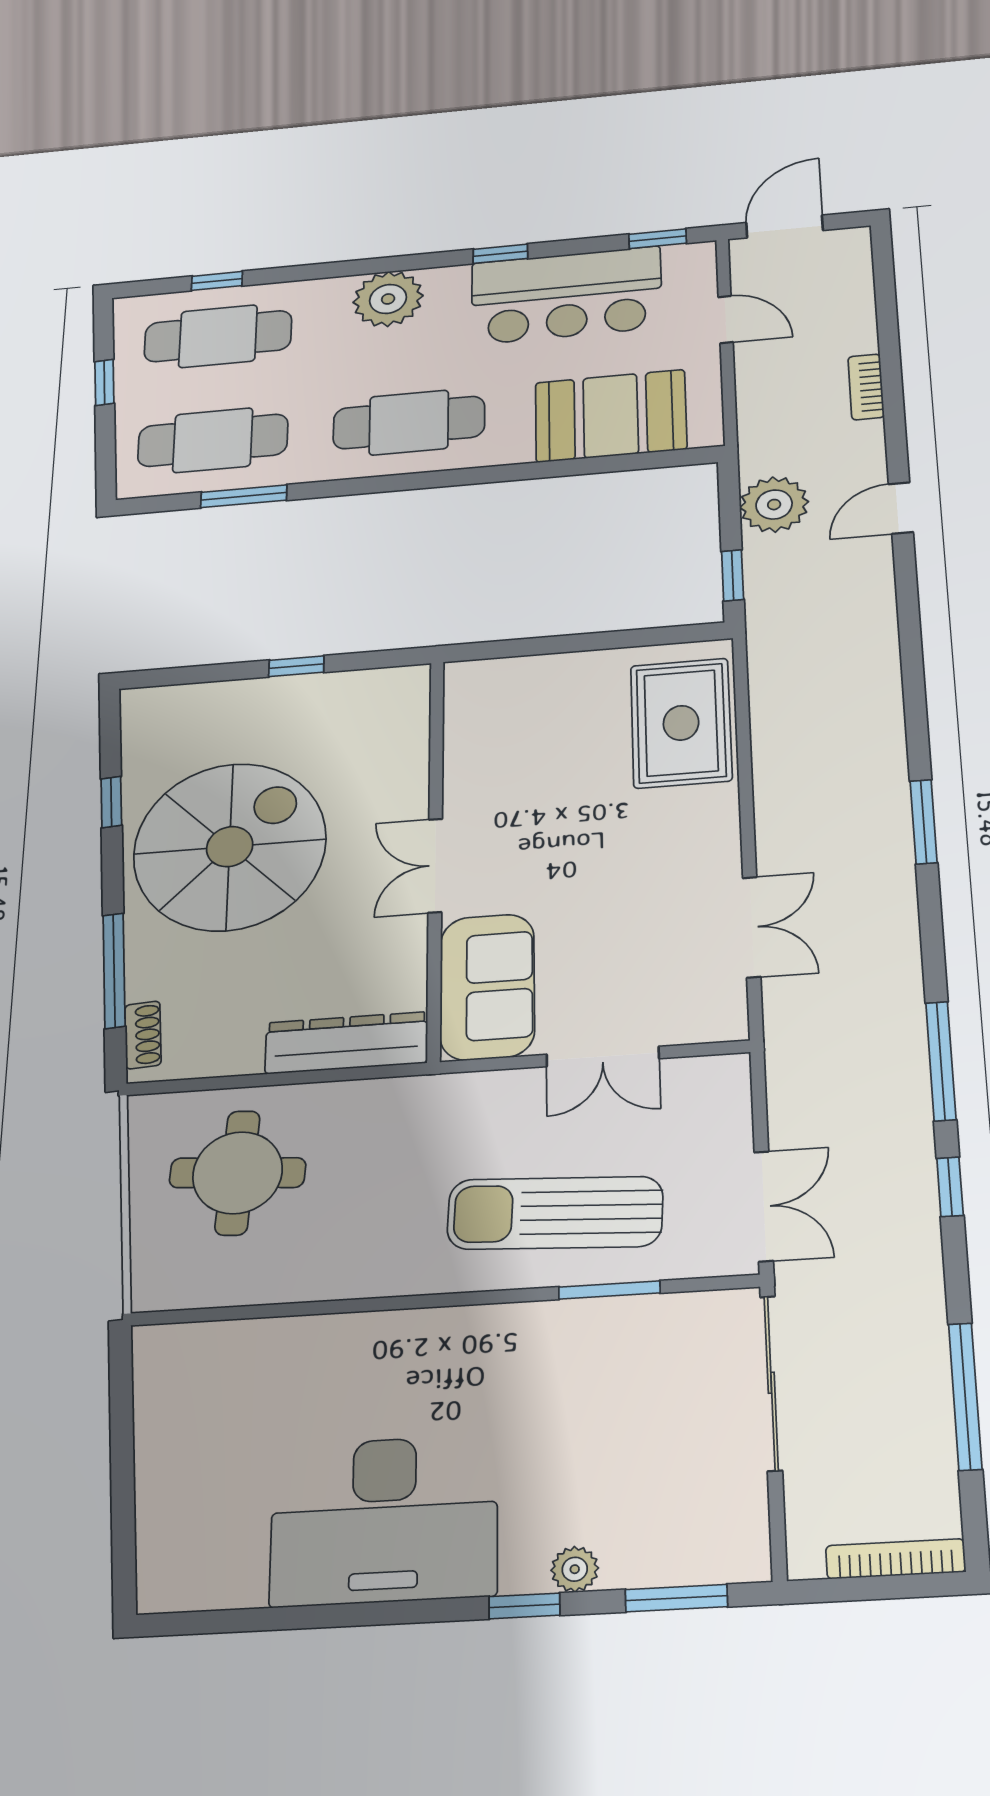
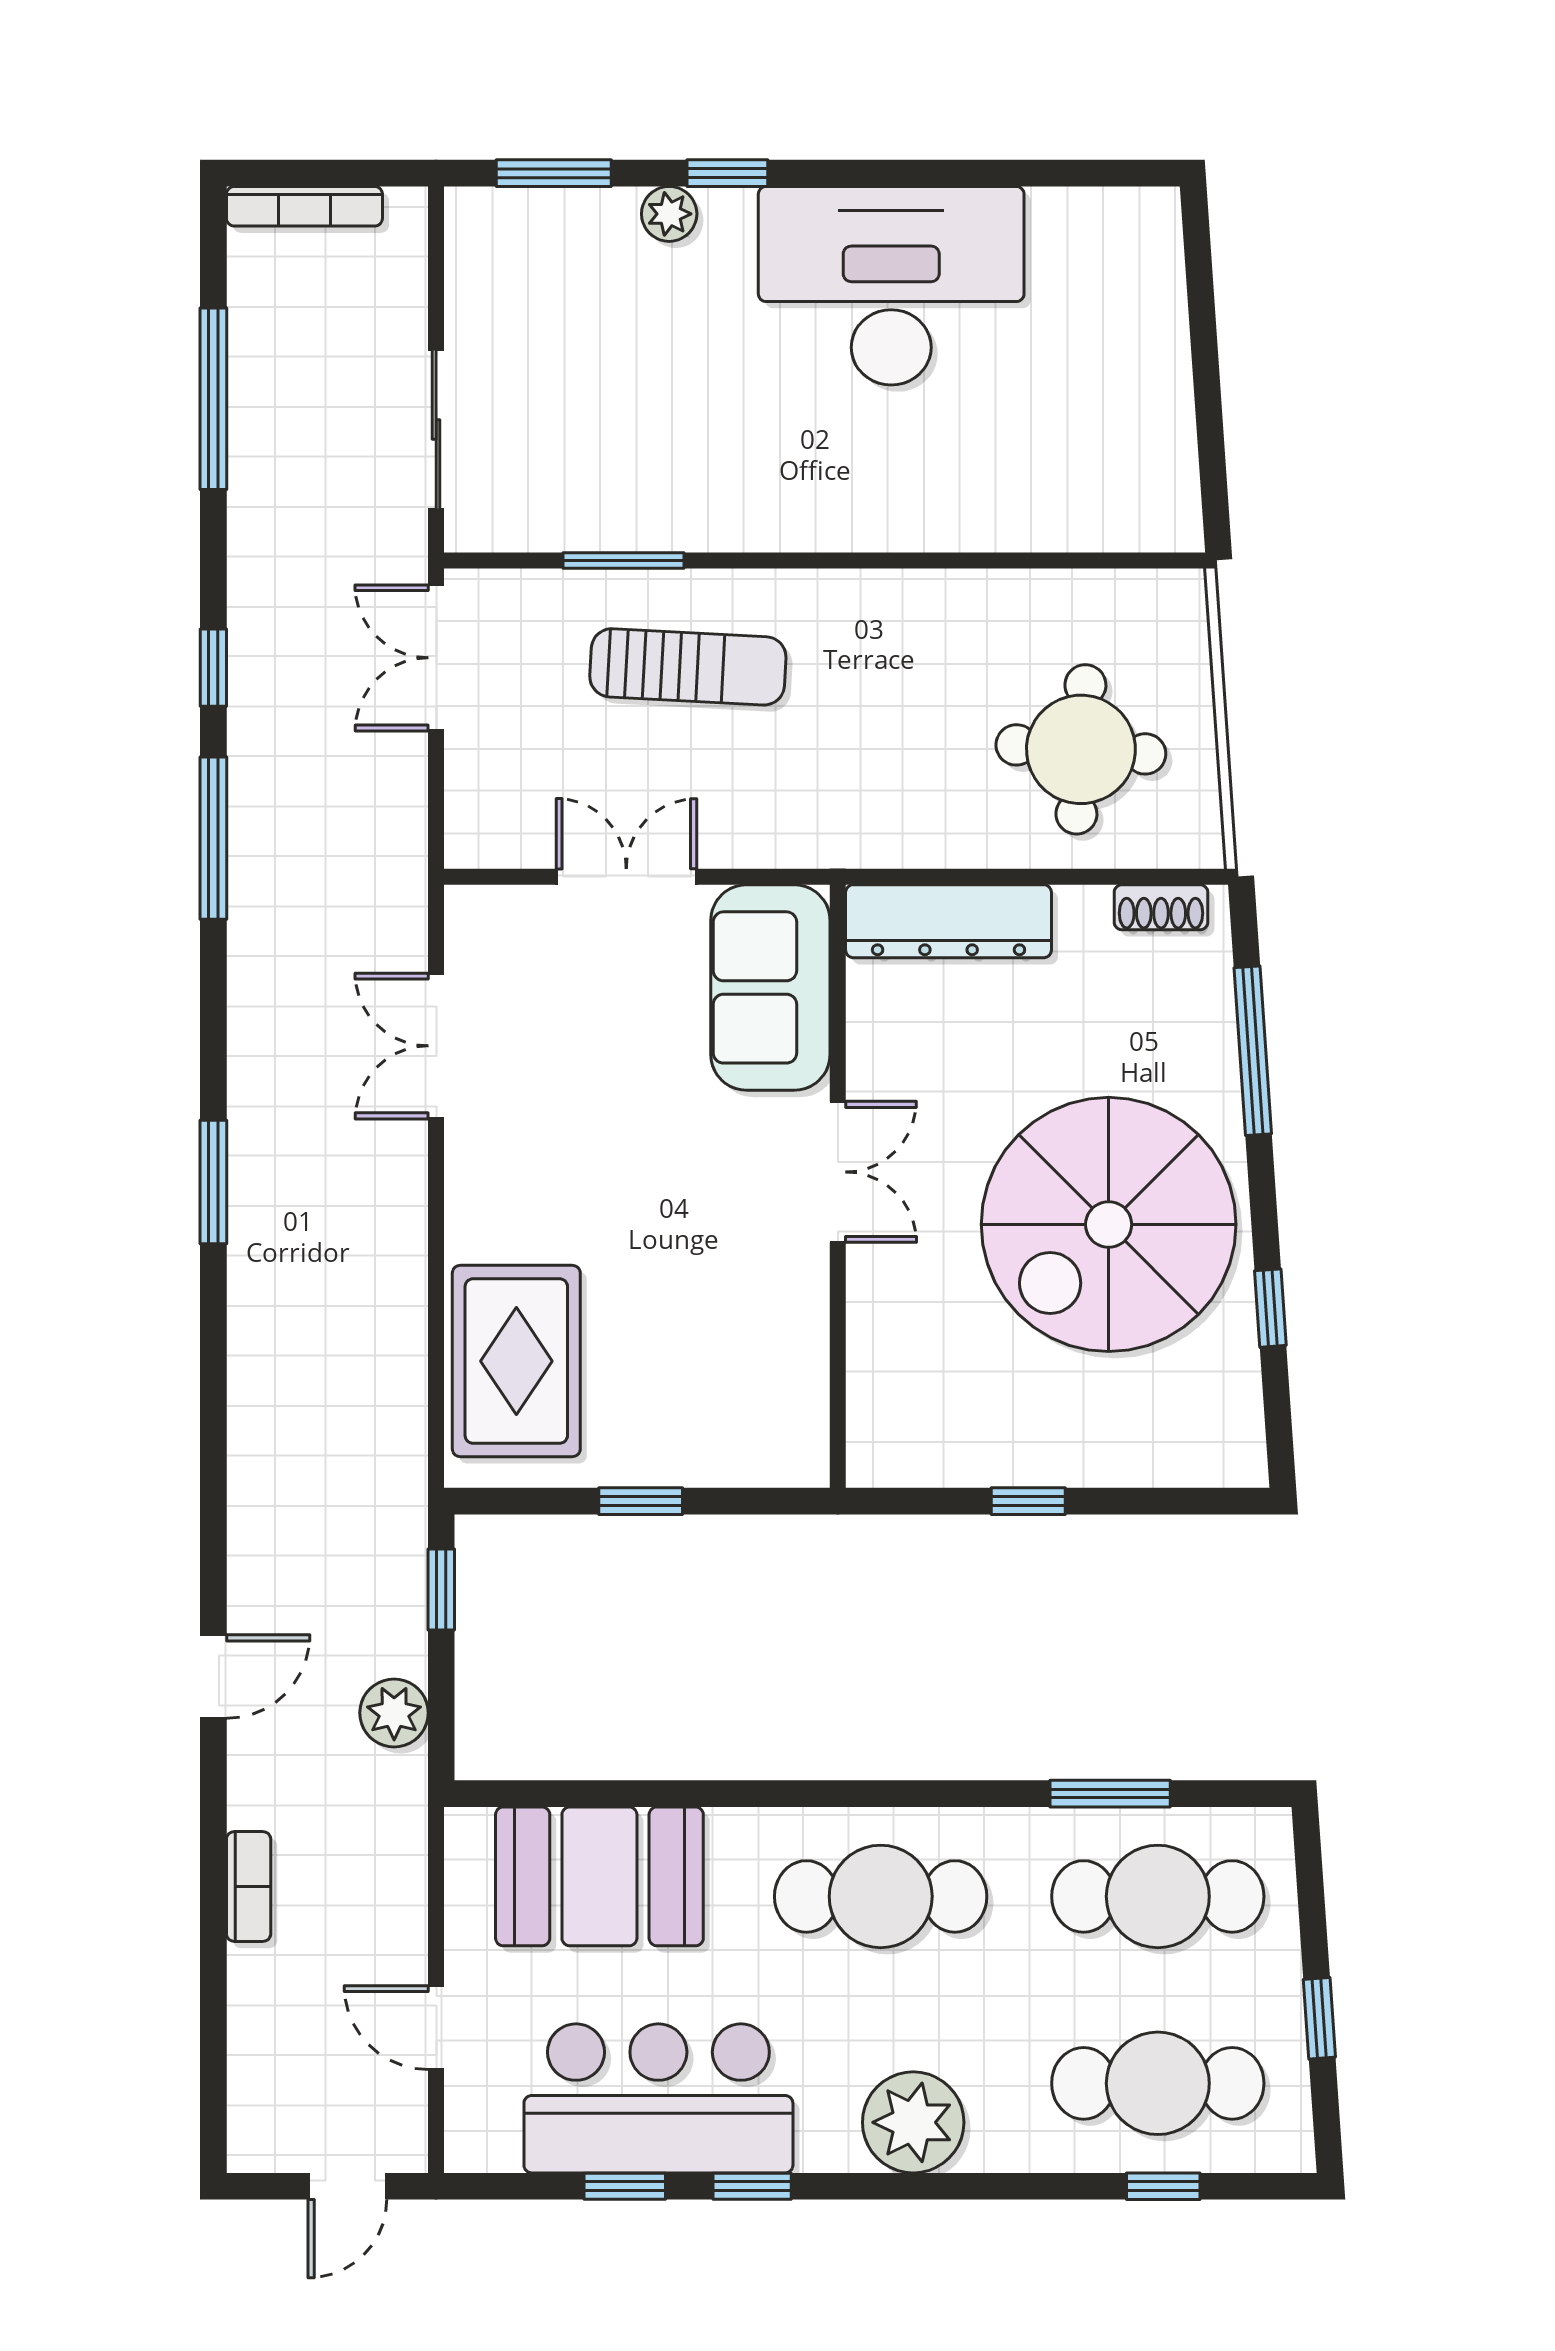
door: (785, 227) -> (347, 2186), width x0.73
window: (658, 239) -> (625, 2186), moved
plant: (774, 505) -> (394, 1713), width x0.73, depth x0.73
window: (585, 642) -> (641, 1501), added
shoe rack: (143, 1035) -> (1161, 907), moved, turned -86
sun lounger: (555, 1213) -> (688, 667), width x0.73, depth x0.75
sliding door: (771, 1383) -> (436, 429), width x0.73

